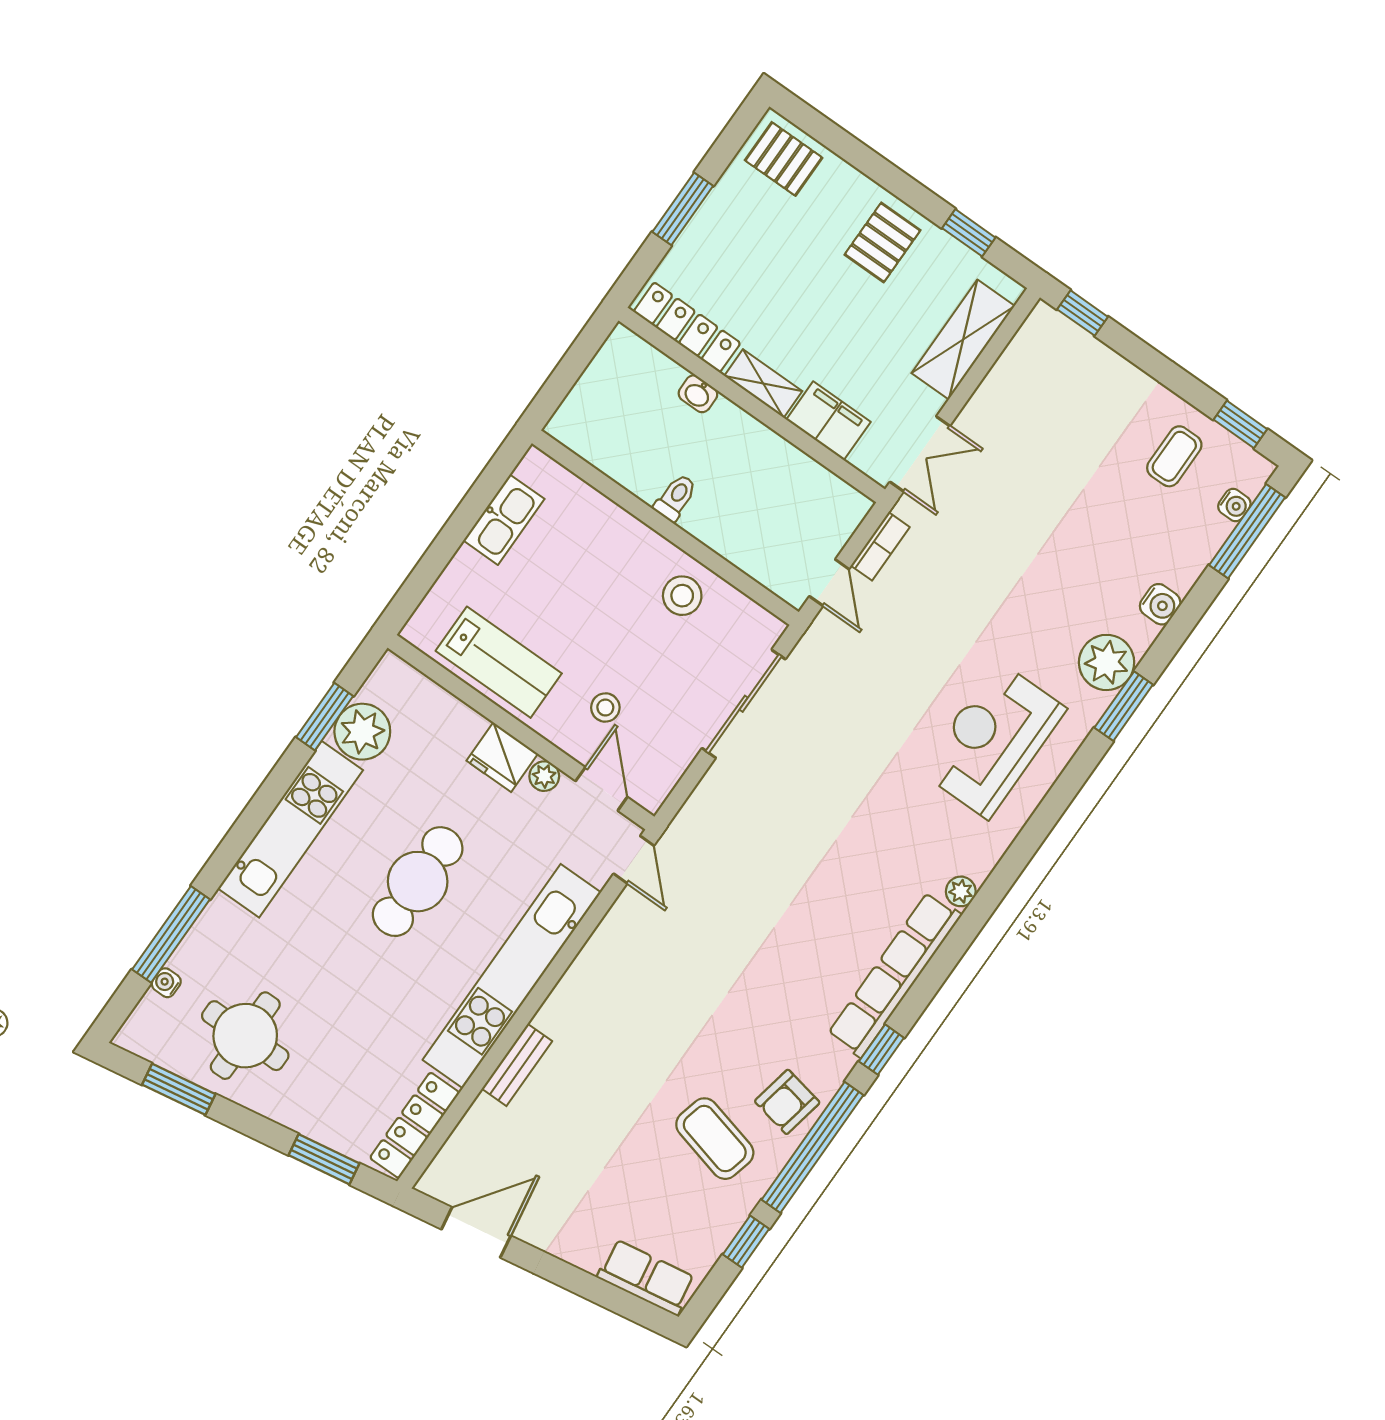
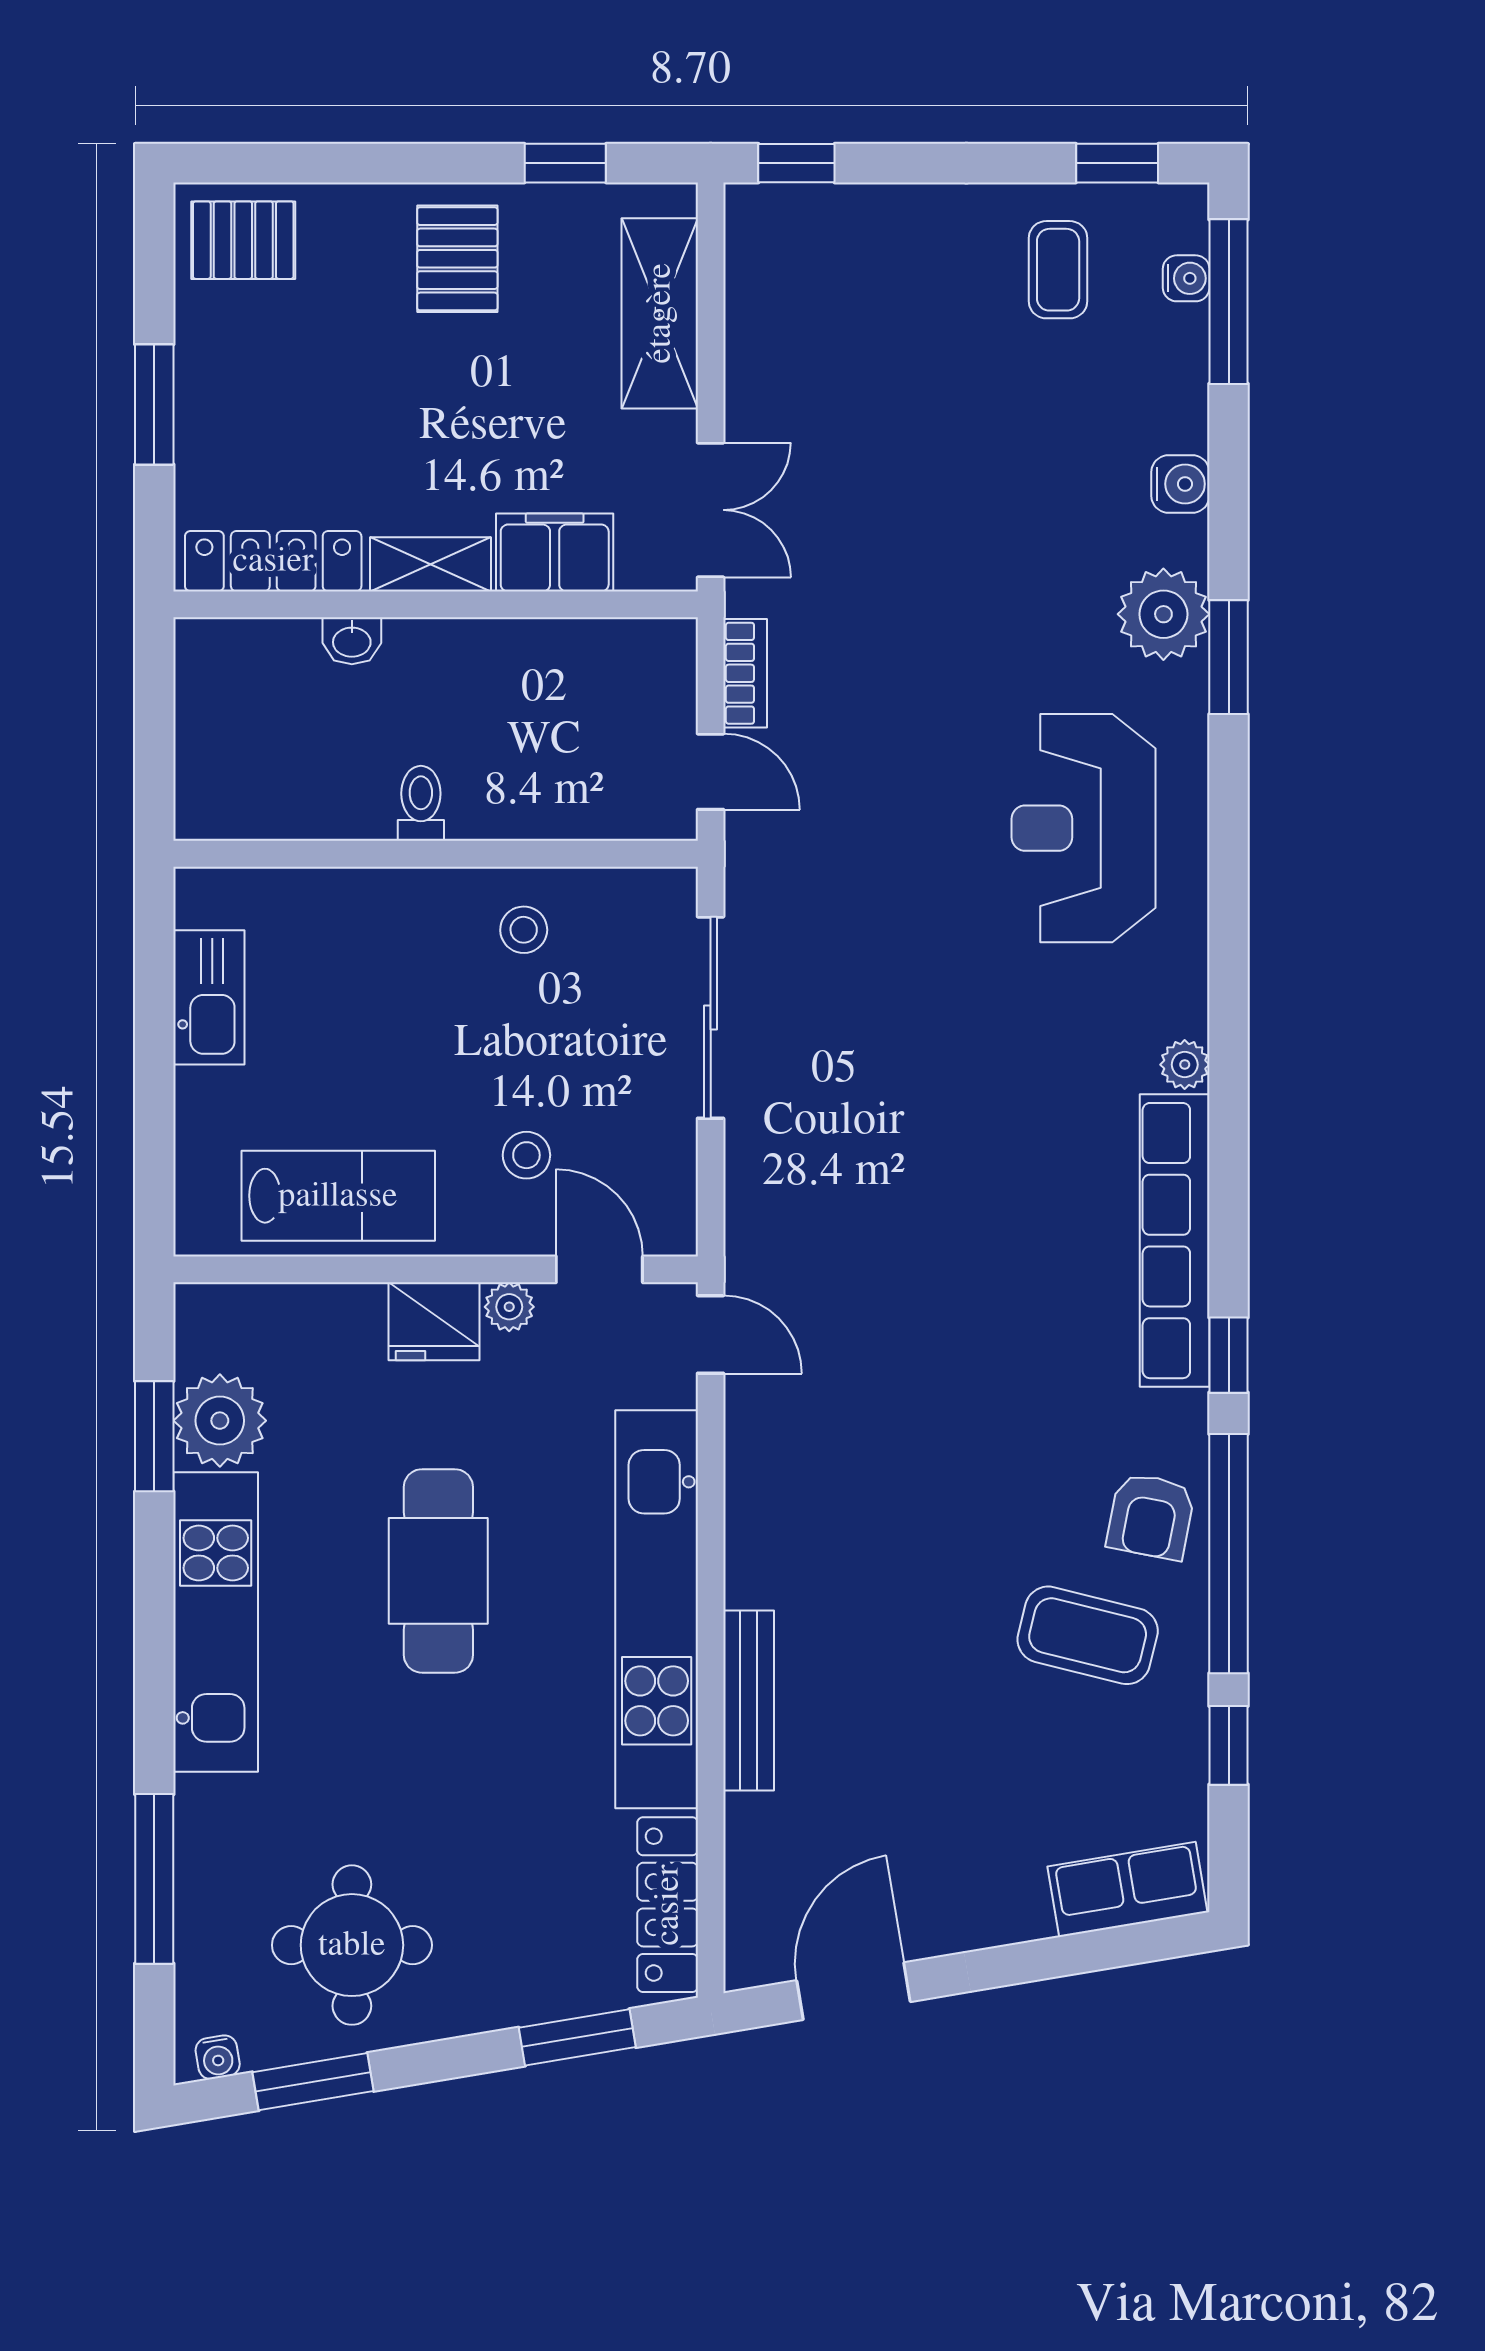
stool: (682, 596) -> (524, 930), width x0.73, depth x0.73
water cooler: (166, 983) -> (218, 2057), moved, turned -100
bench: (517, 1065) -> (749, 1701), width x1.36

